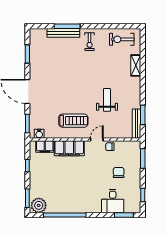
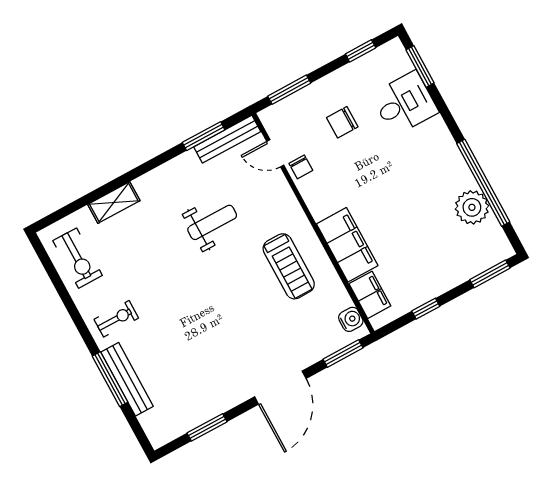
weight bench: (107, 100) -> (212, 222), turned 180
treadmill: (73, 121) -> (289, 266), turned 180
door: (97, 140) -> (275, 153), moved
plant: (39, 205) -> (472, 207), moved

